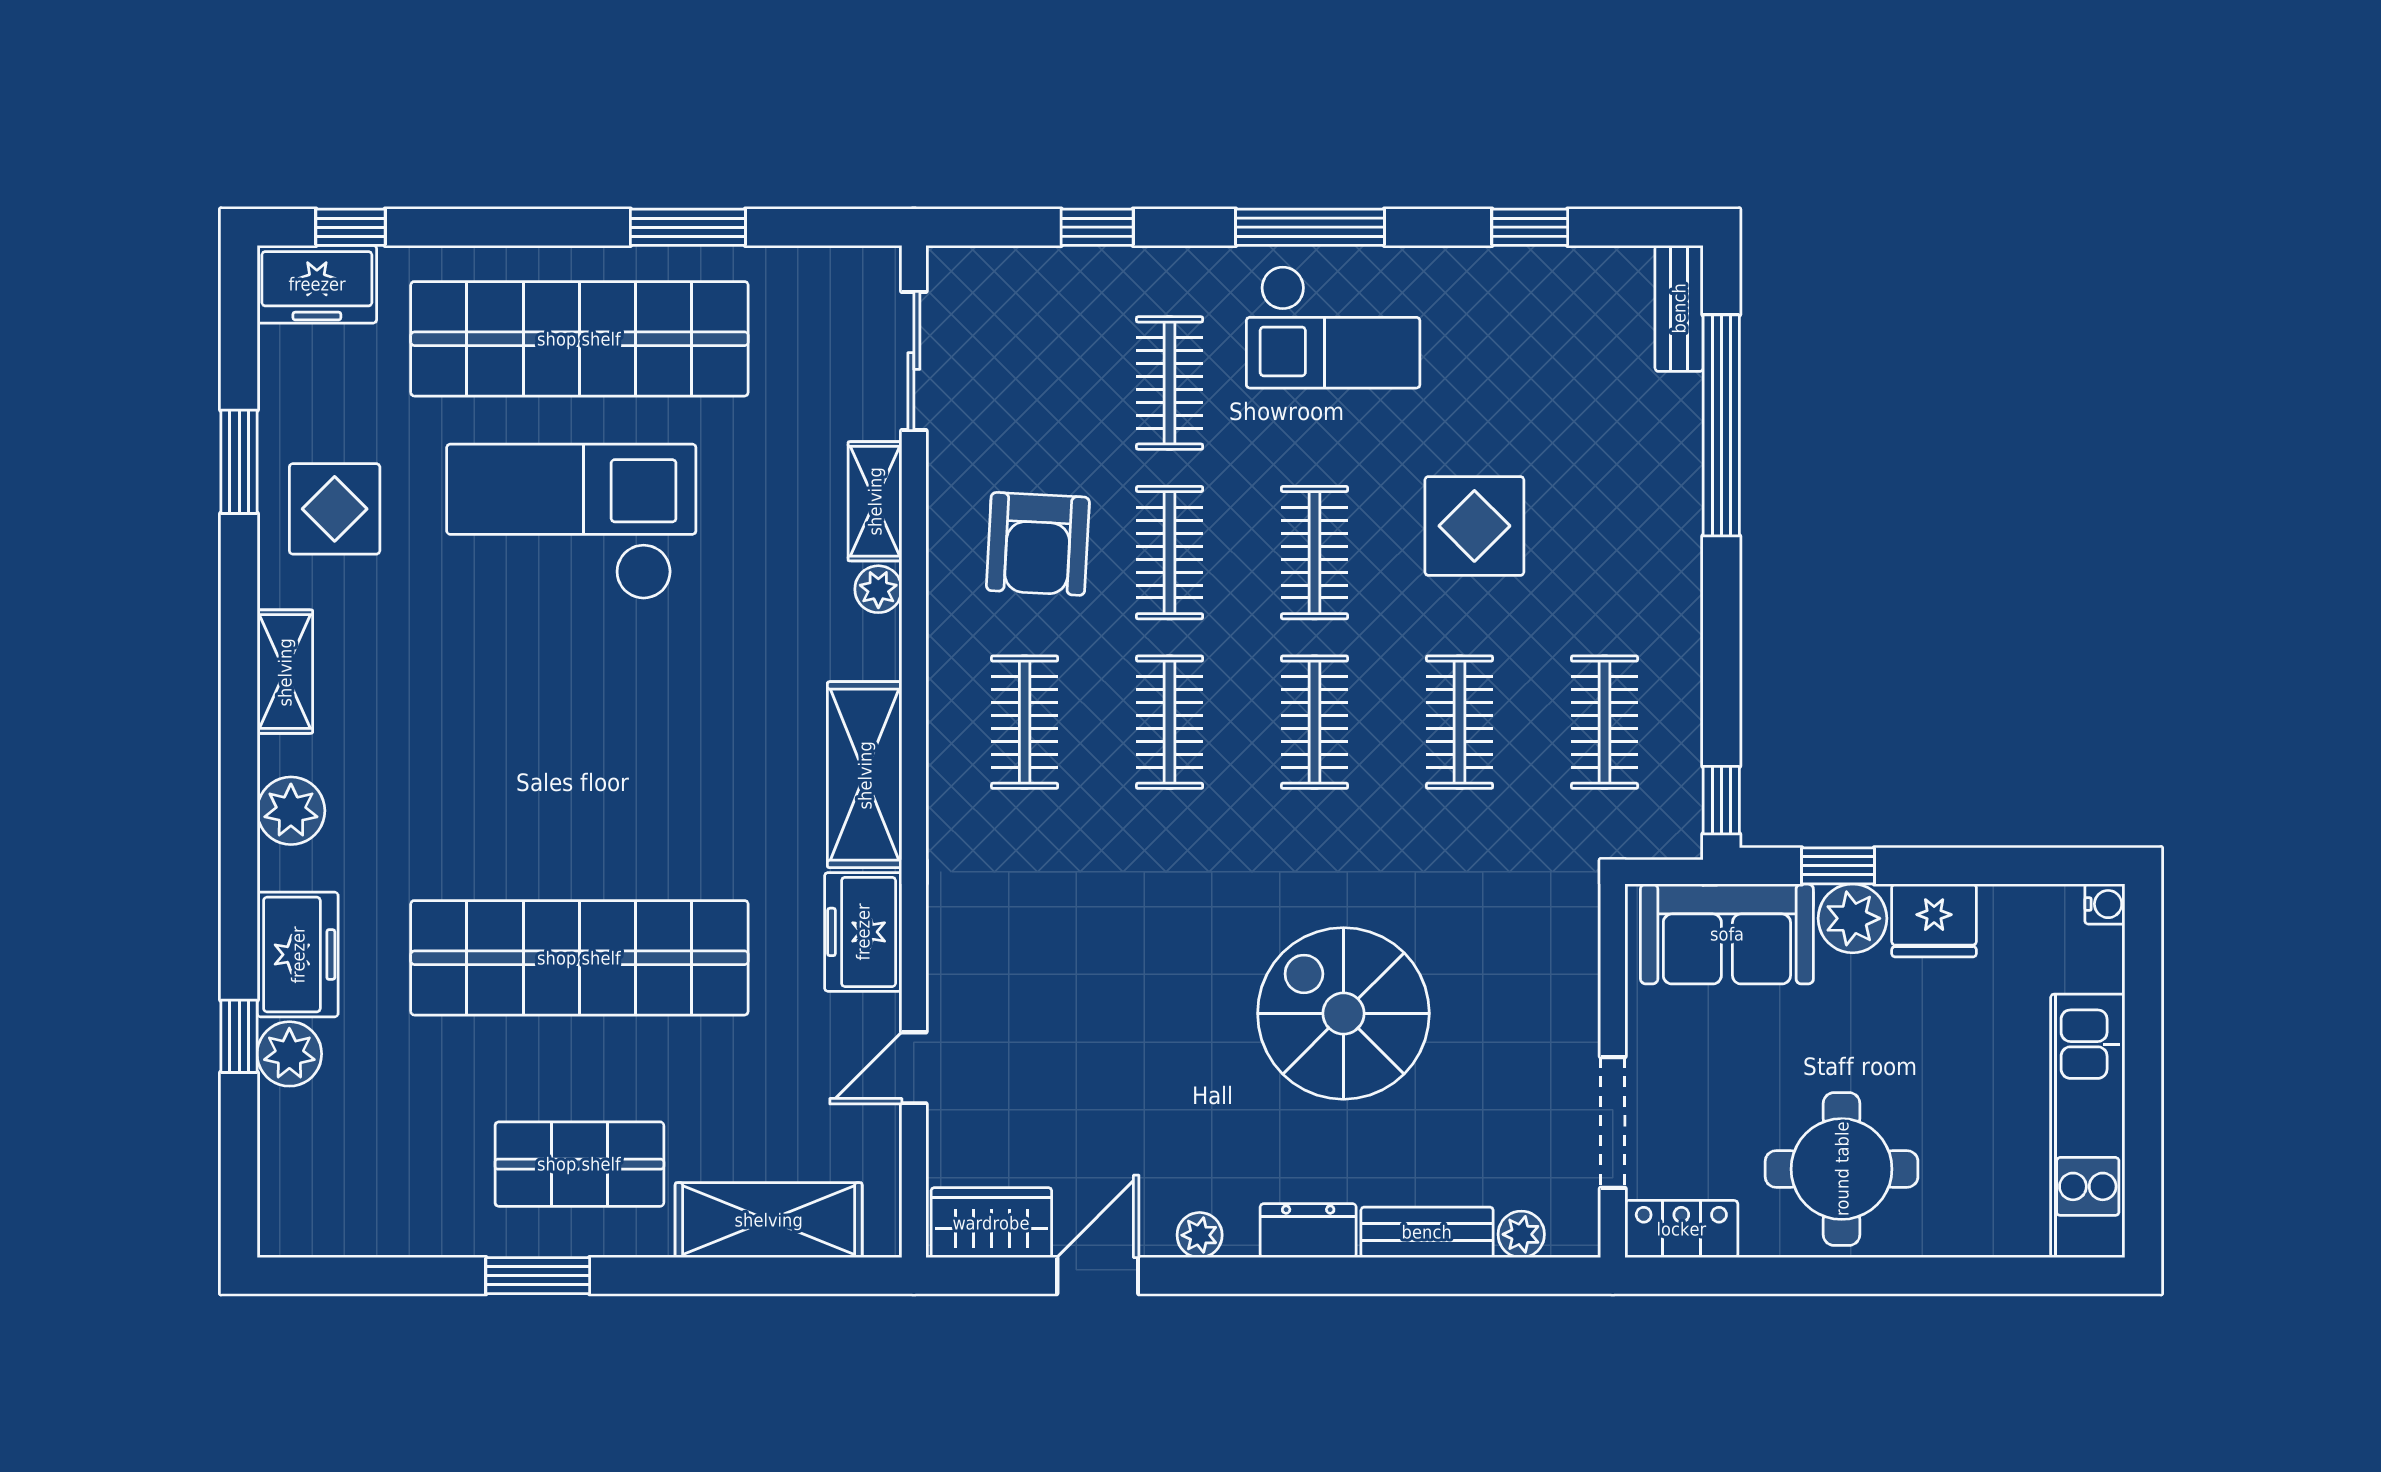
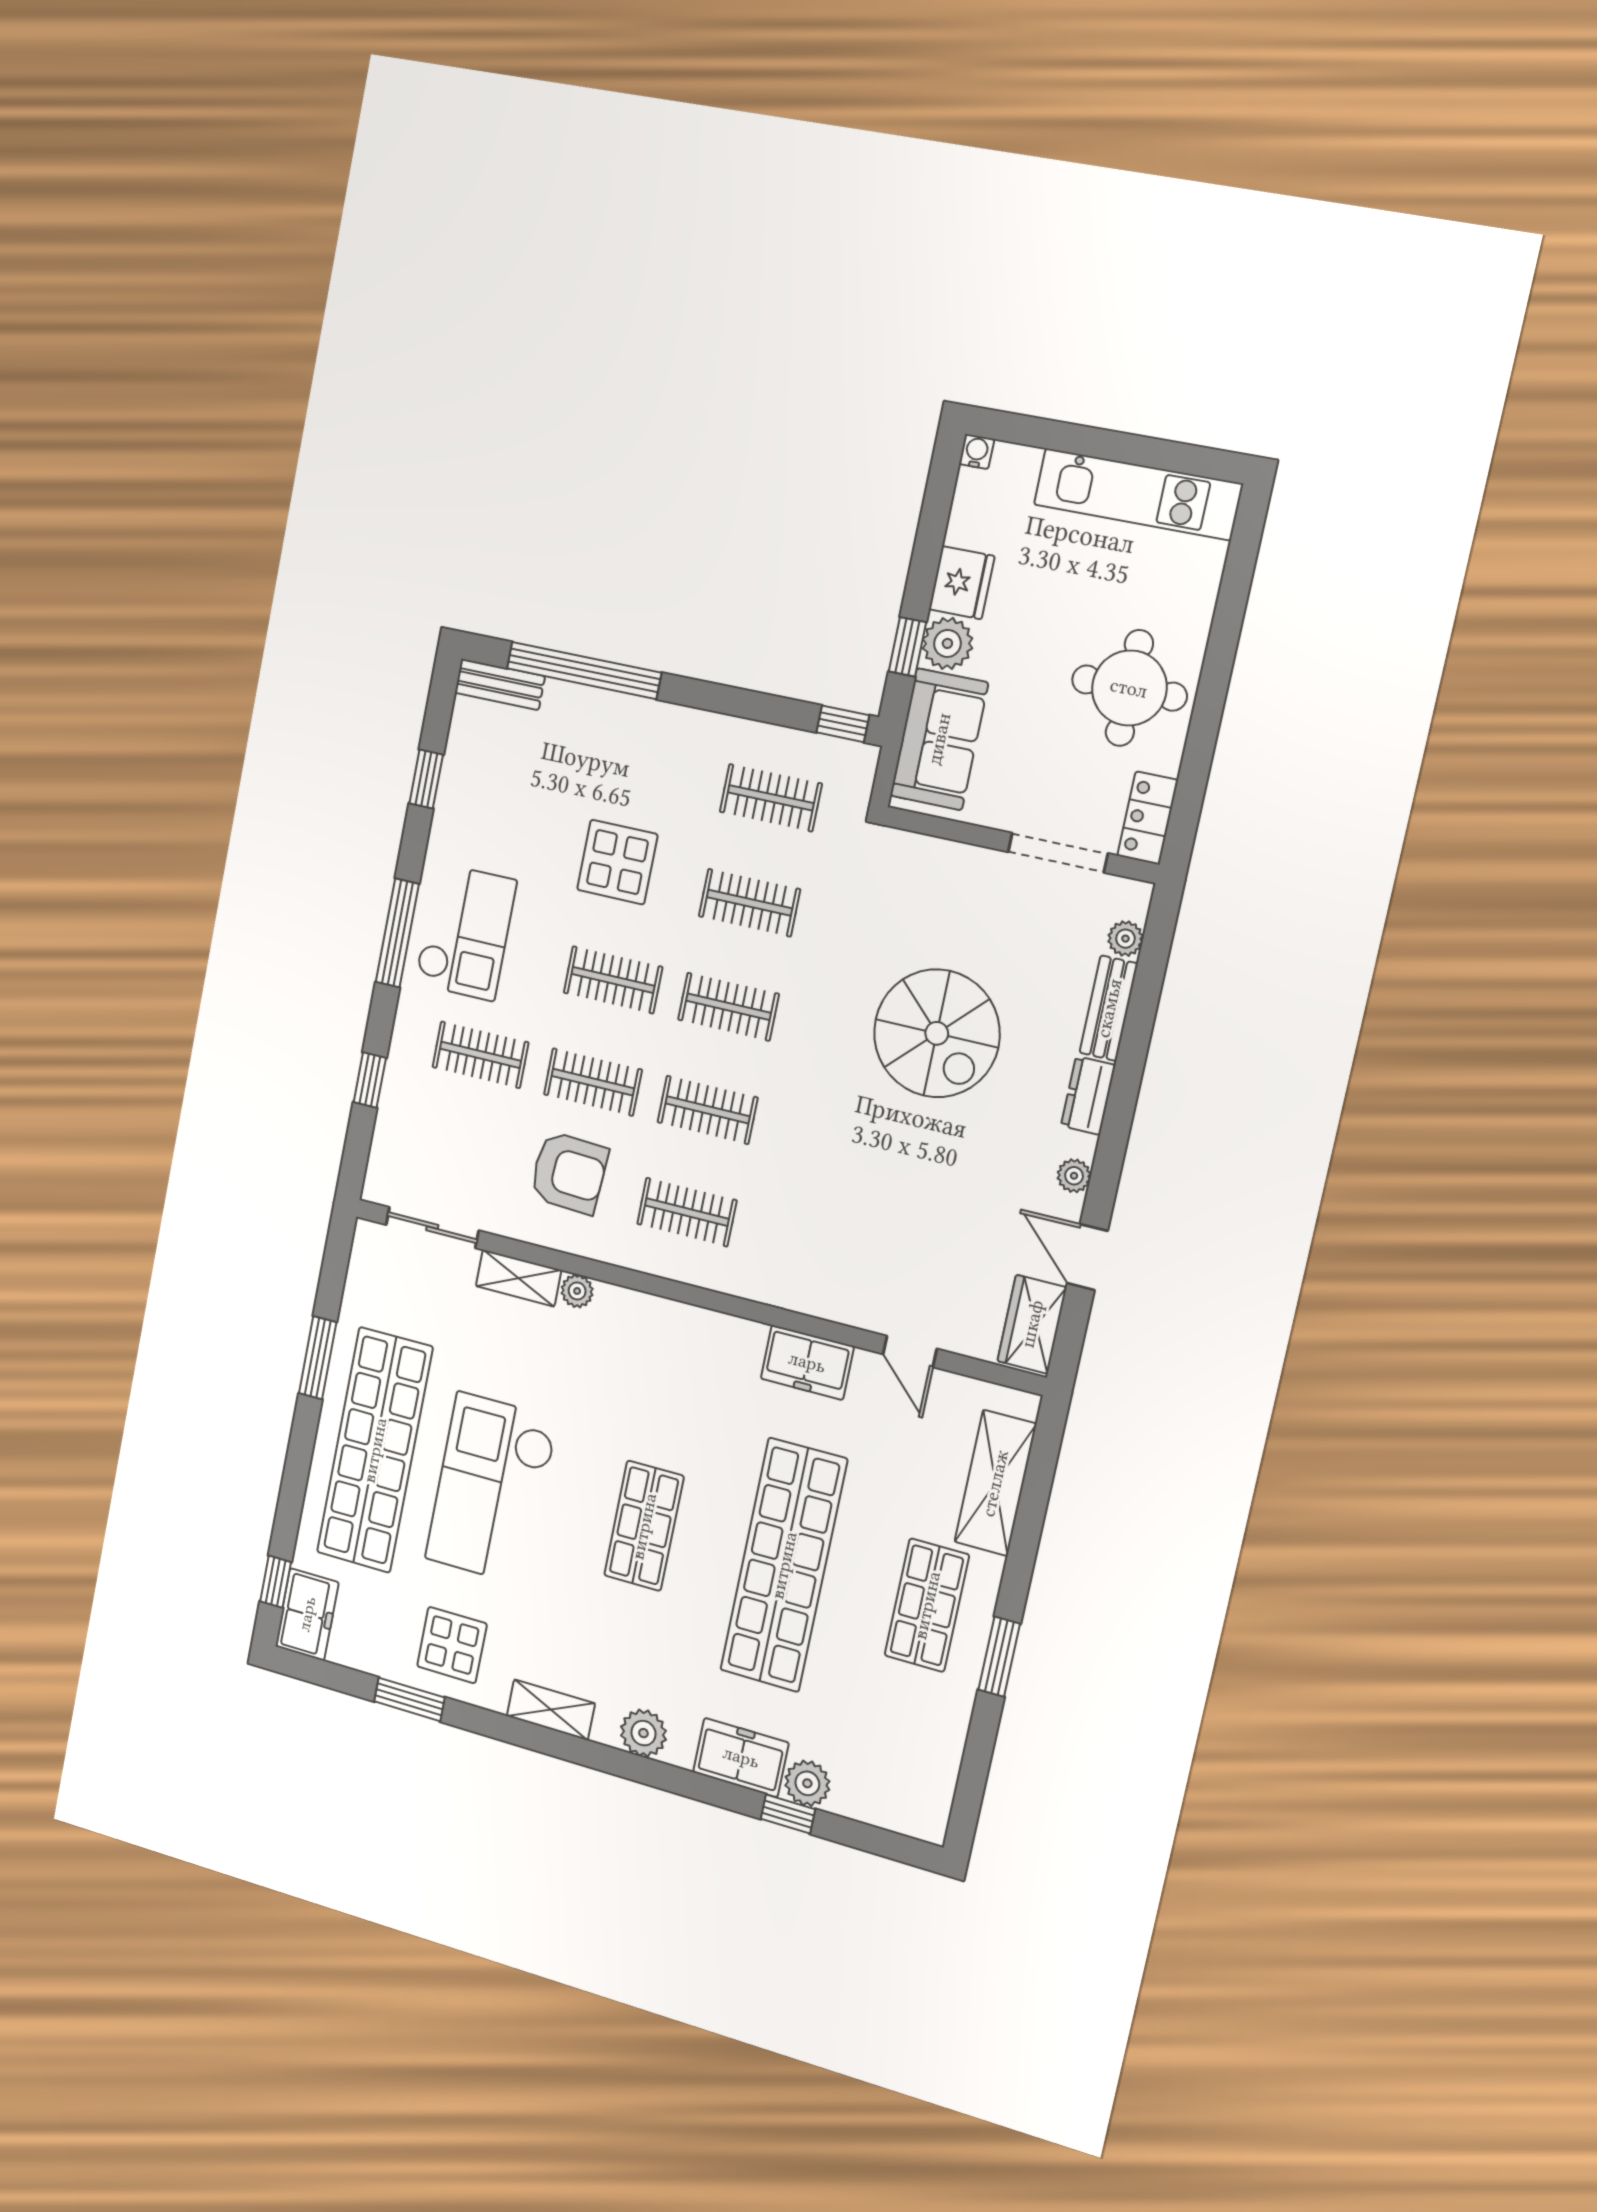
shop shelf: (579, 751) -> (644, 1526), added
shelving: (865, 775) -> (700, 1333), removed
spiral stairs: (1343, 1013) -> (937, 1033), turned -90

